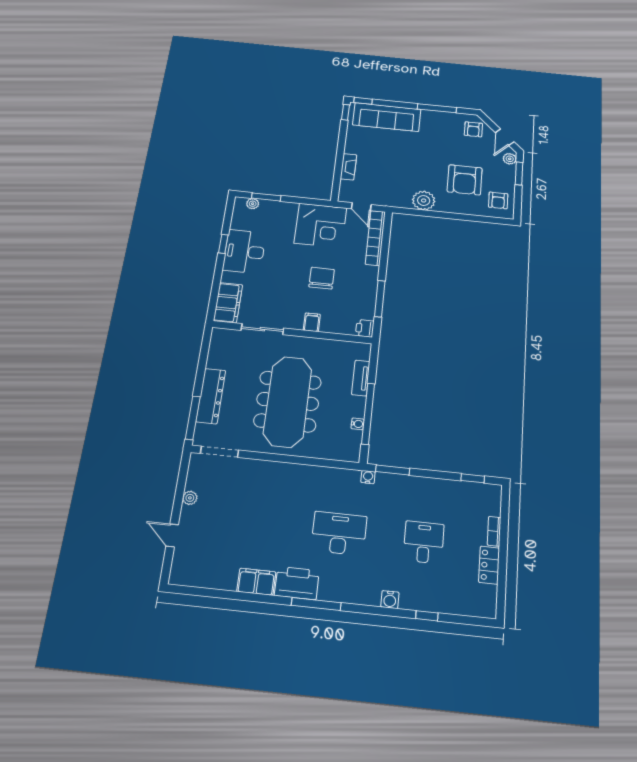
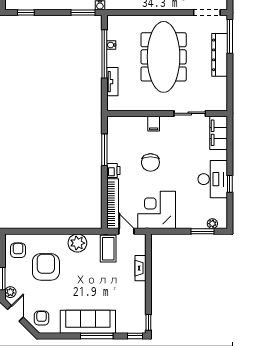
window: (437, 108) -> (97, 336), moved
sofa: (387, 117) -> (88, 322), moved
coffee table: (386, 191) -> (108, 249), added
printer: (365, 328) -> (113, 170), moved

